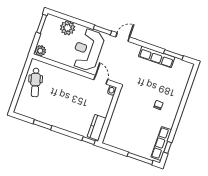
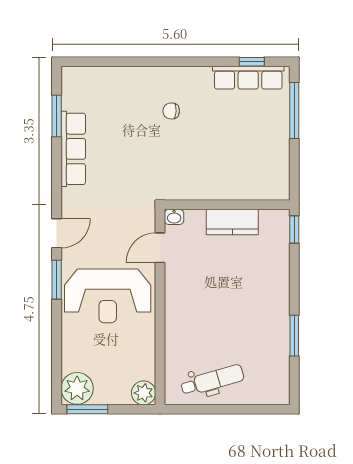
plant: (68, 28) -> (77, 388), moved
door: (123, 37) -> (57, 233), swing flipped
kitchen counter: (97, 127) -> (232, 222), moved

